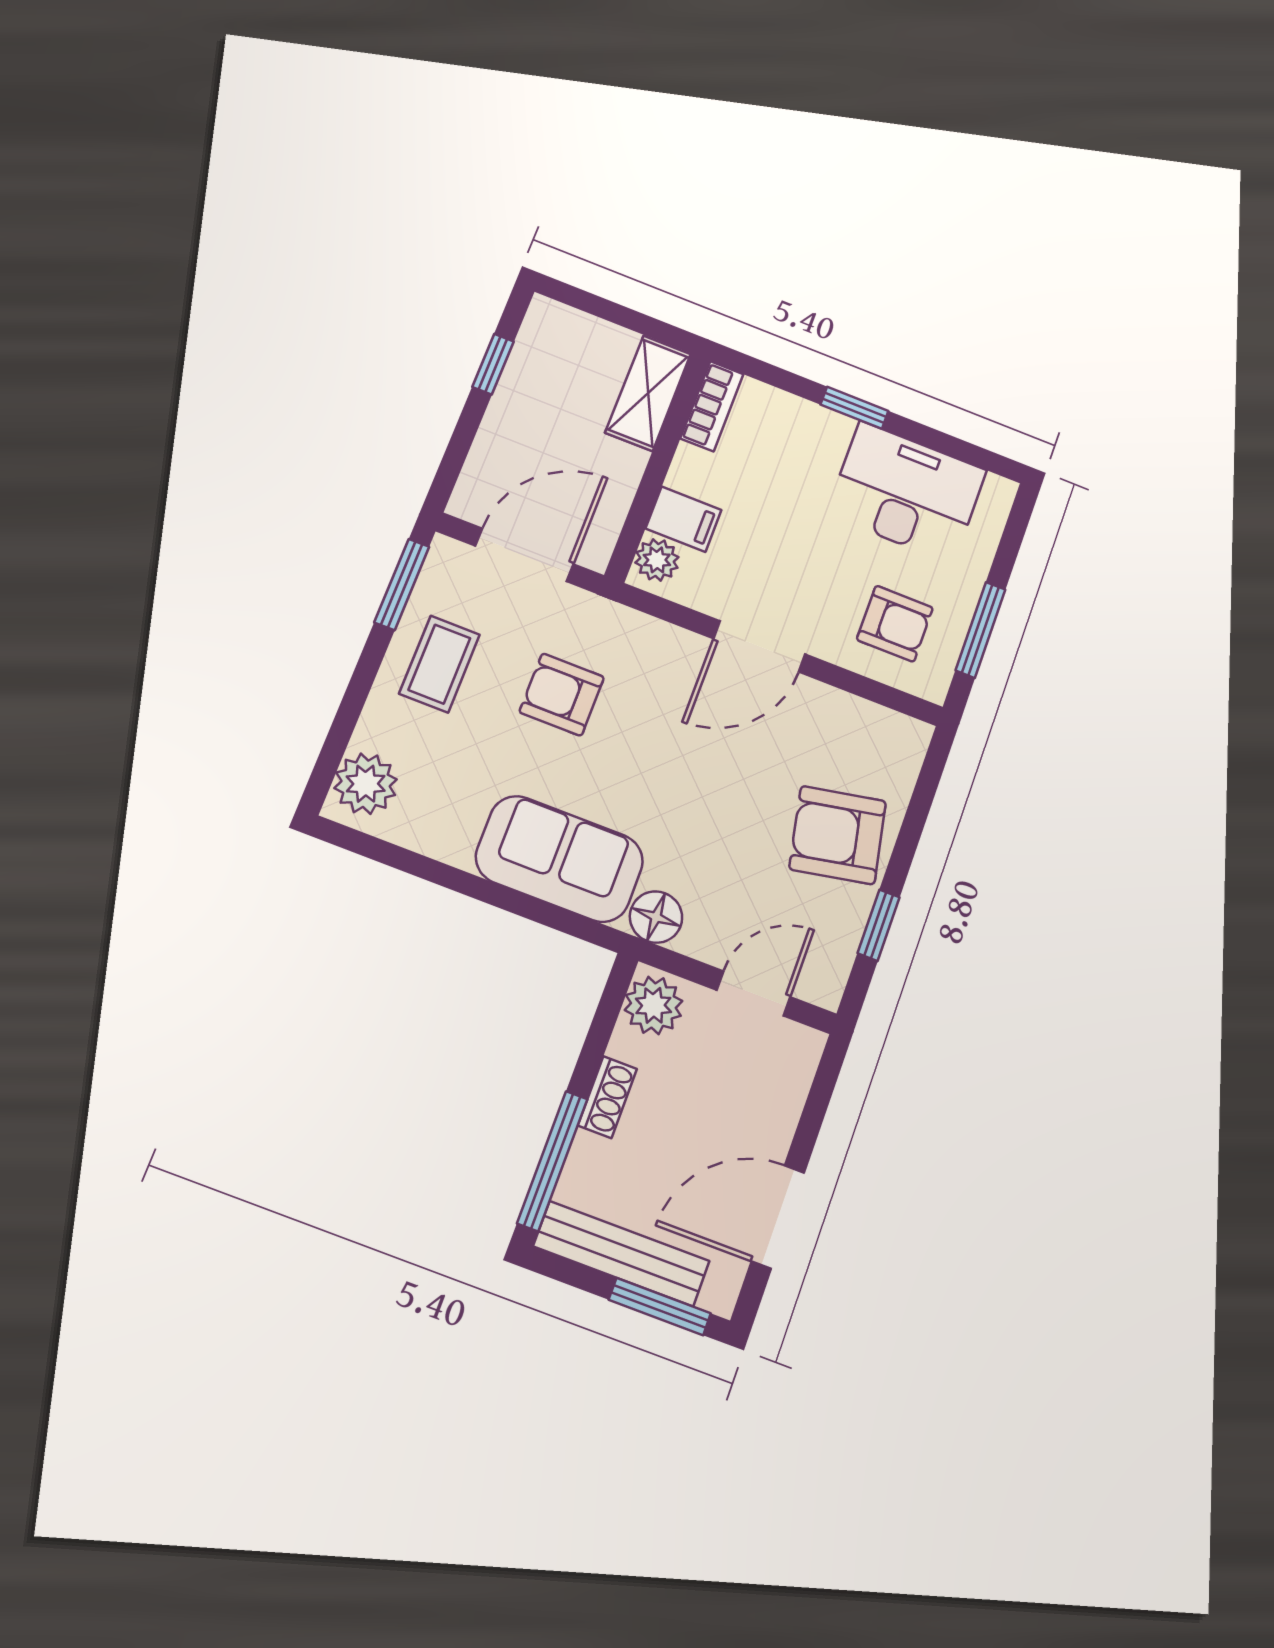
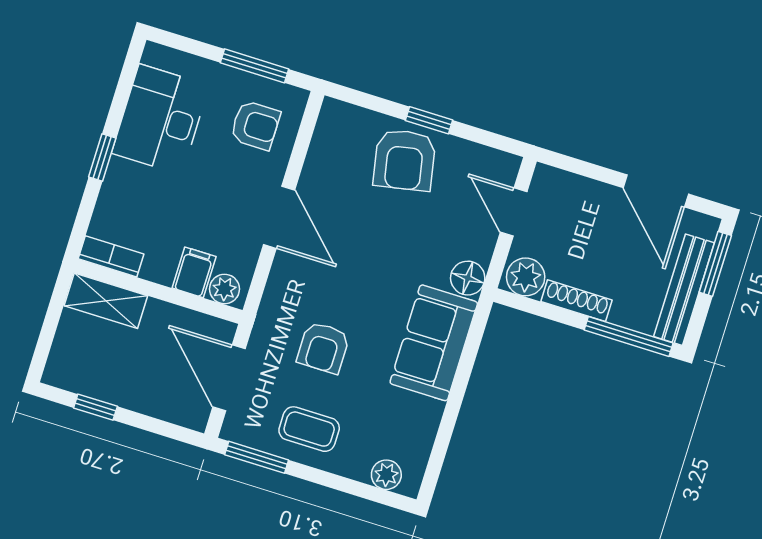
armchair: (895, 624) -> (255, 125), turned 90
plant: (366, 784) -> (386, 475), width x0.73, depth x0.73
window: (879, 925) -> (429, 120), moved
shoe rack: (607, 1097) -> (577, 301), width x1.43

